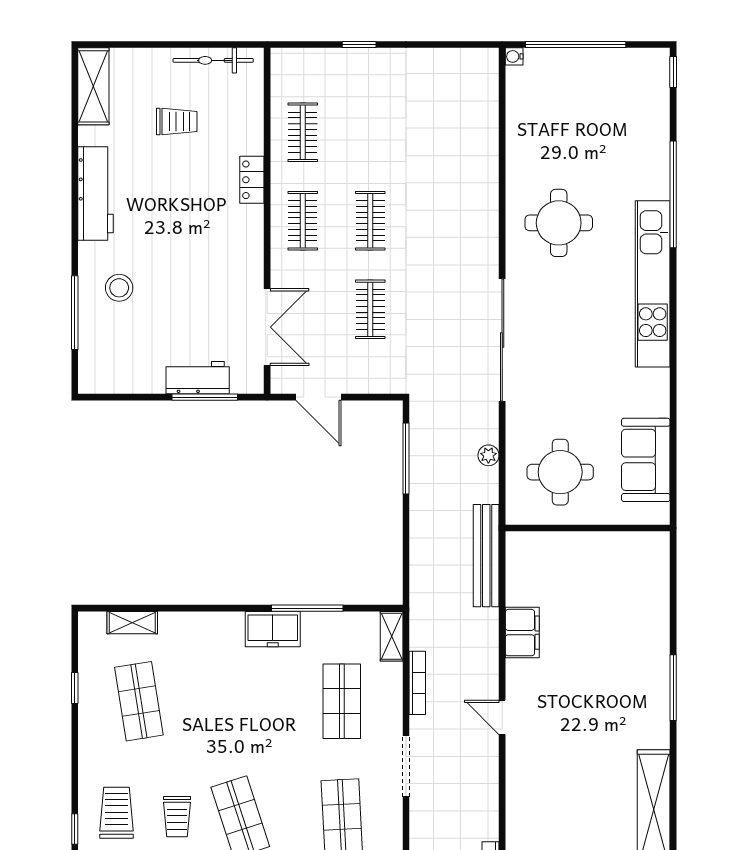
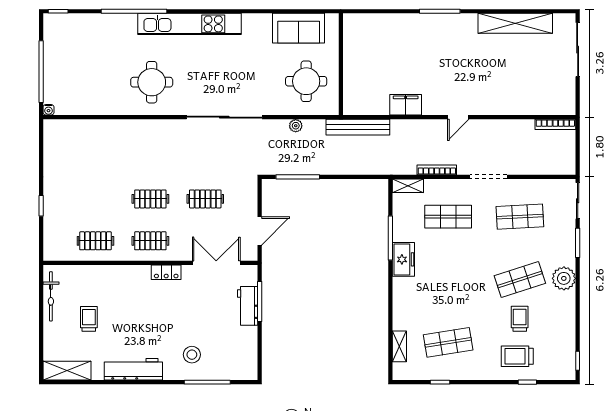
locker: (252, 180) -> (166, 272), moved
trolley: (177, 817) -> (520, 319), turned -90

